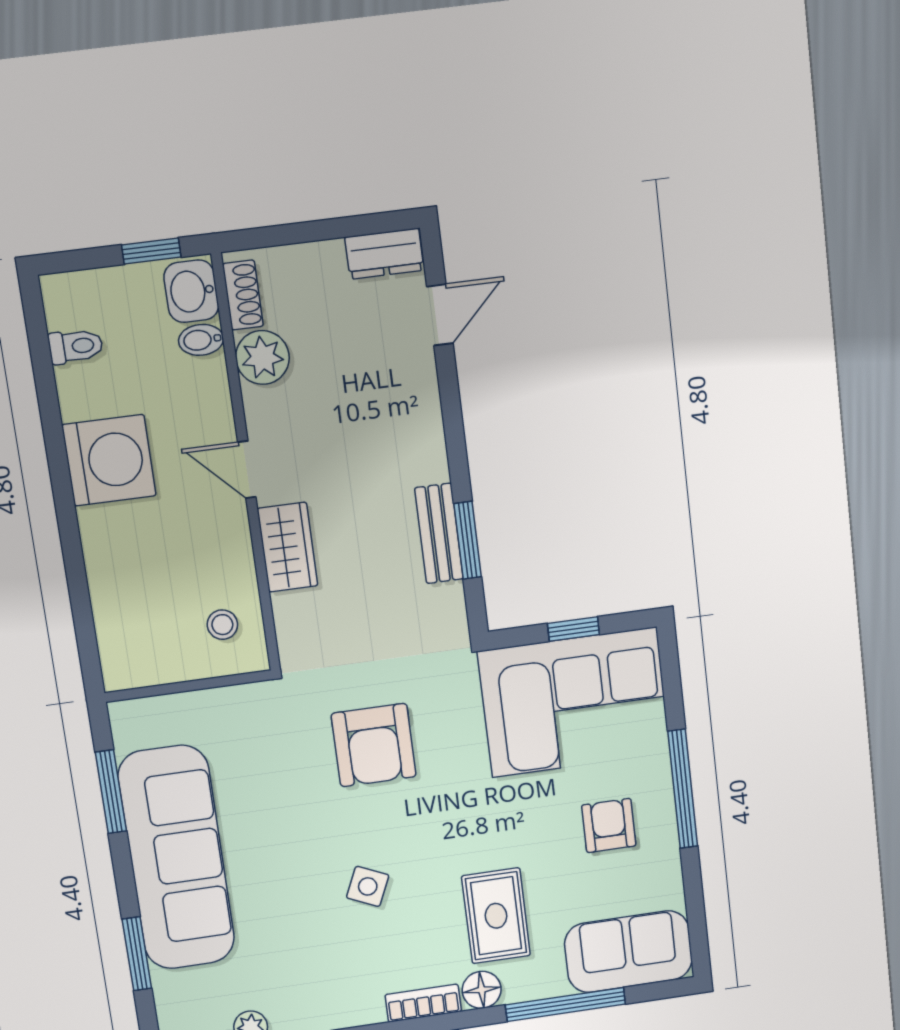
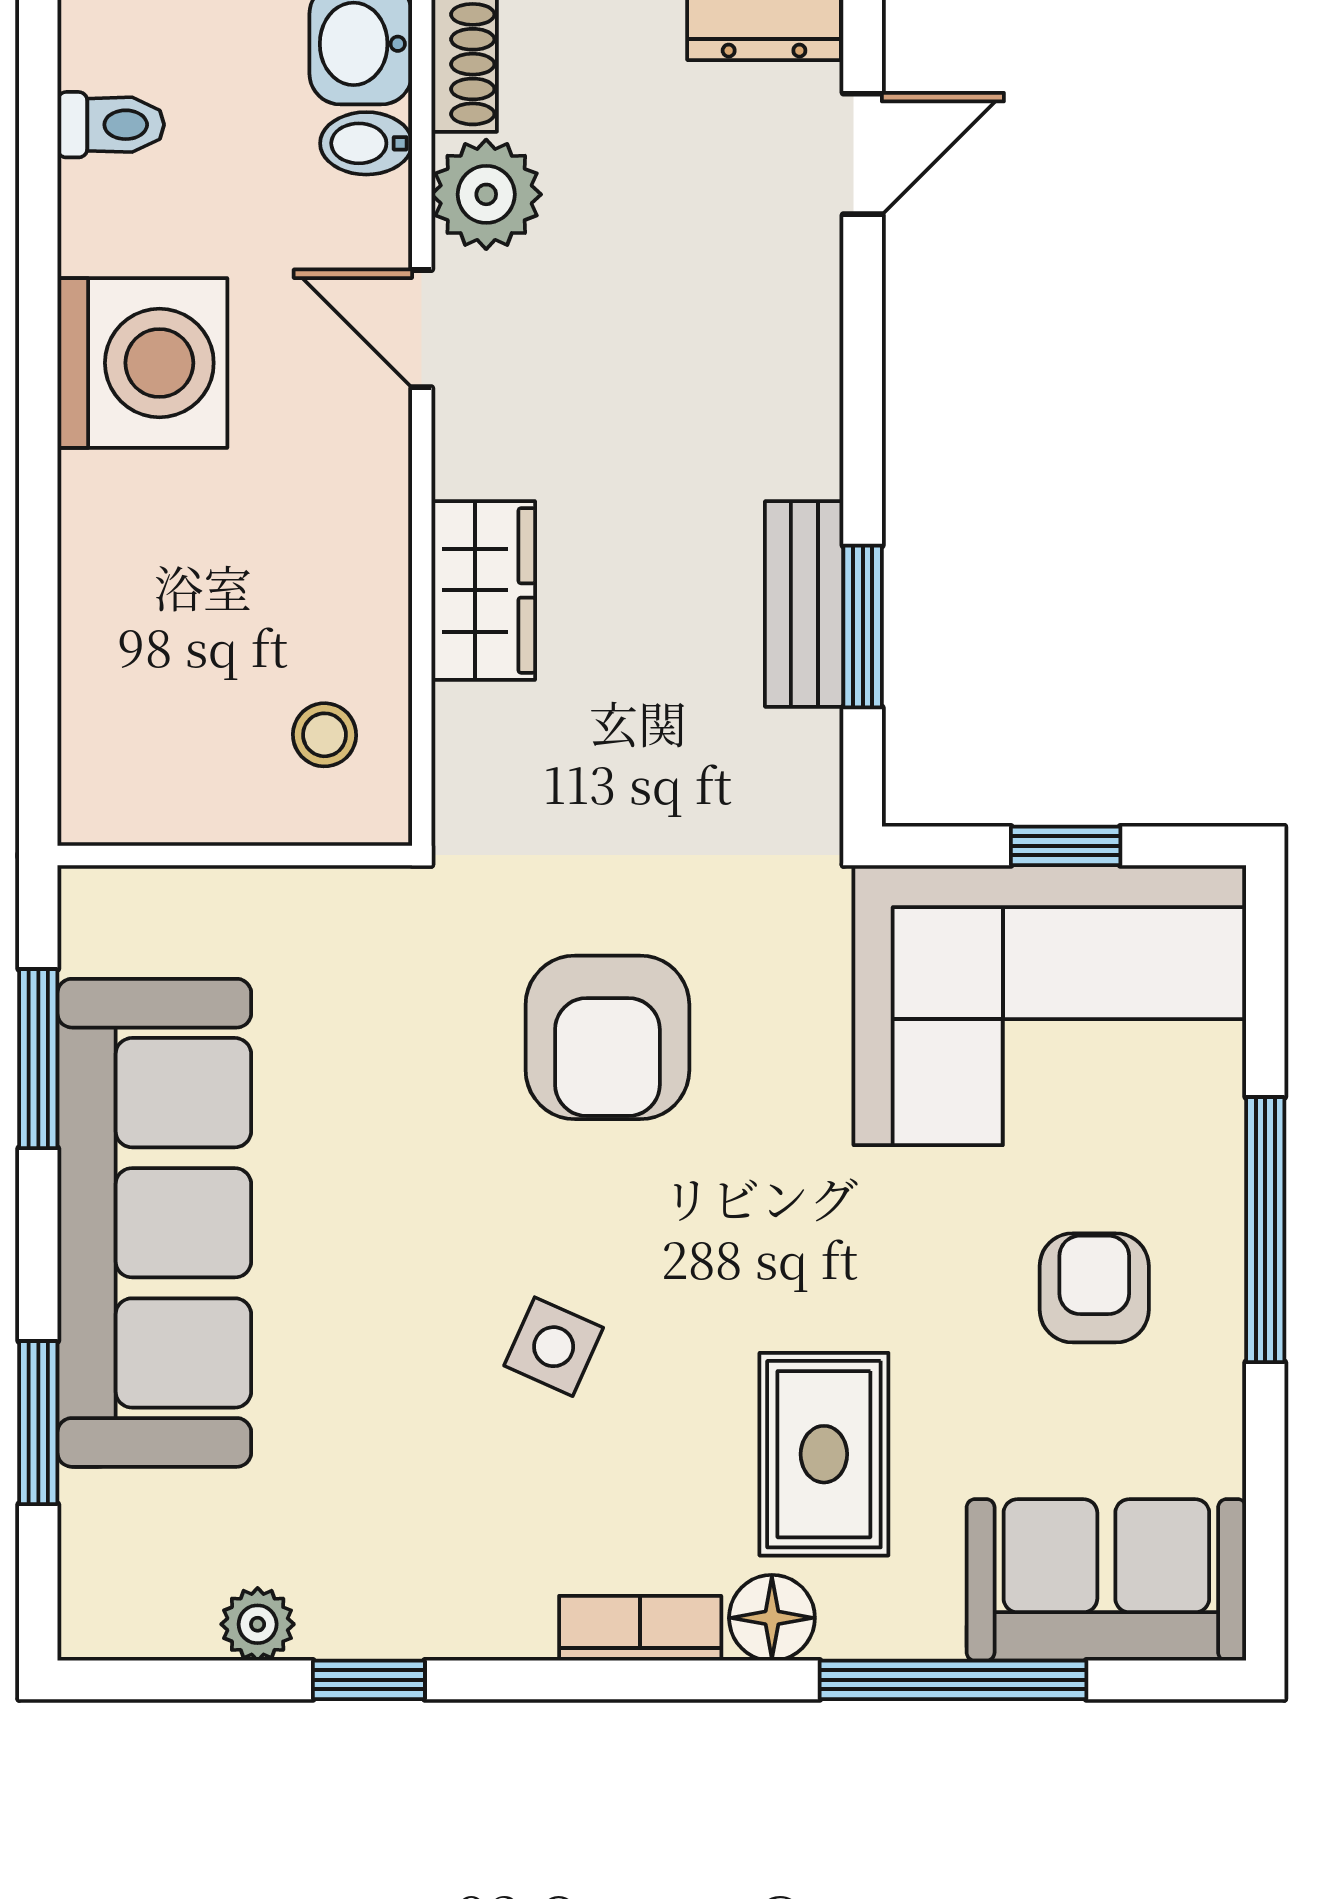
door: (247, 470) -> (422, 329), moved

